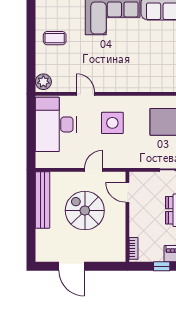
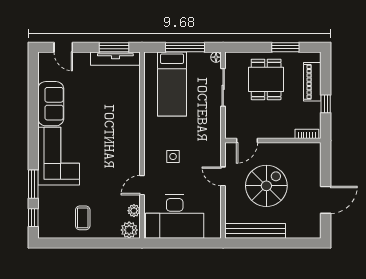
plant: (62, 86) -> (134, 211), added
side table: (112, 123) -> (173, 156), width x0.54, depth x0.54
spiral stairs: (85, 211) -> (266, 186), turned 180

